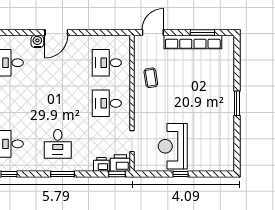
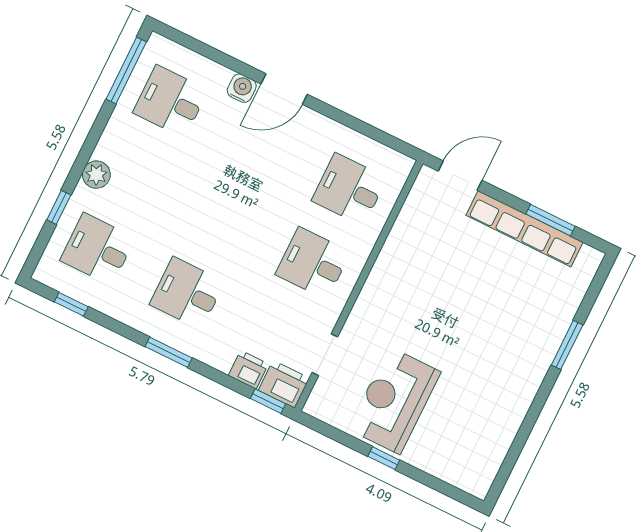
coffee table: (151, 78) -> (416, 256), removed
window: (237, 103) -> (567, 345), moved
desk: (58, 144) -> (187, 293), turned 90

